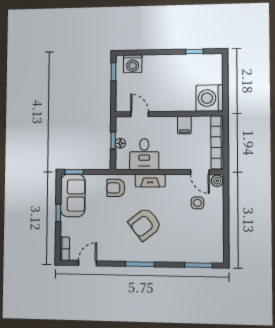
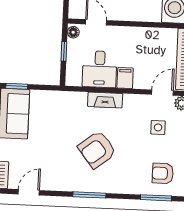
filing cabinet: (184, 125) -> (125, 78), moved, turned 180
floor lamp: (120, 143) -> (73, 32), moved
door: (200, 172) -> (162, 93), swing flipped
armchair: (116, 188) -> (163, 173), moved

